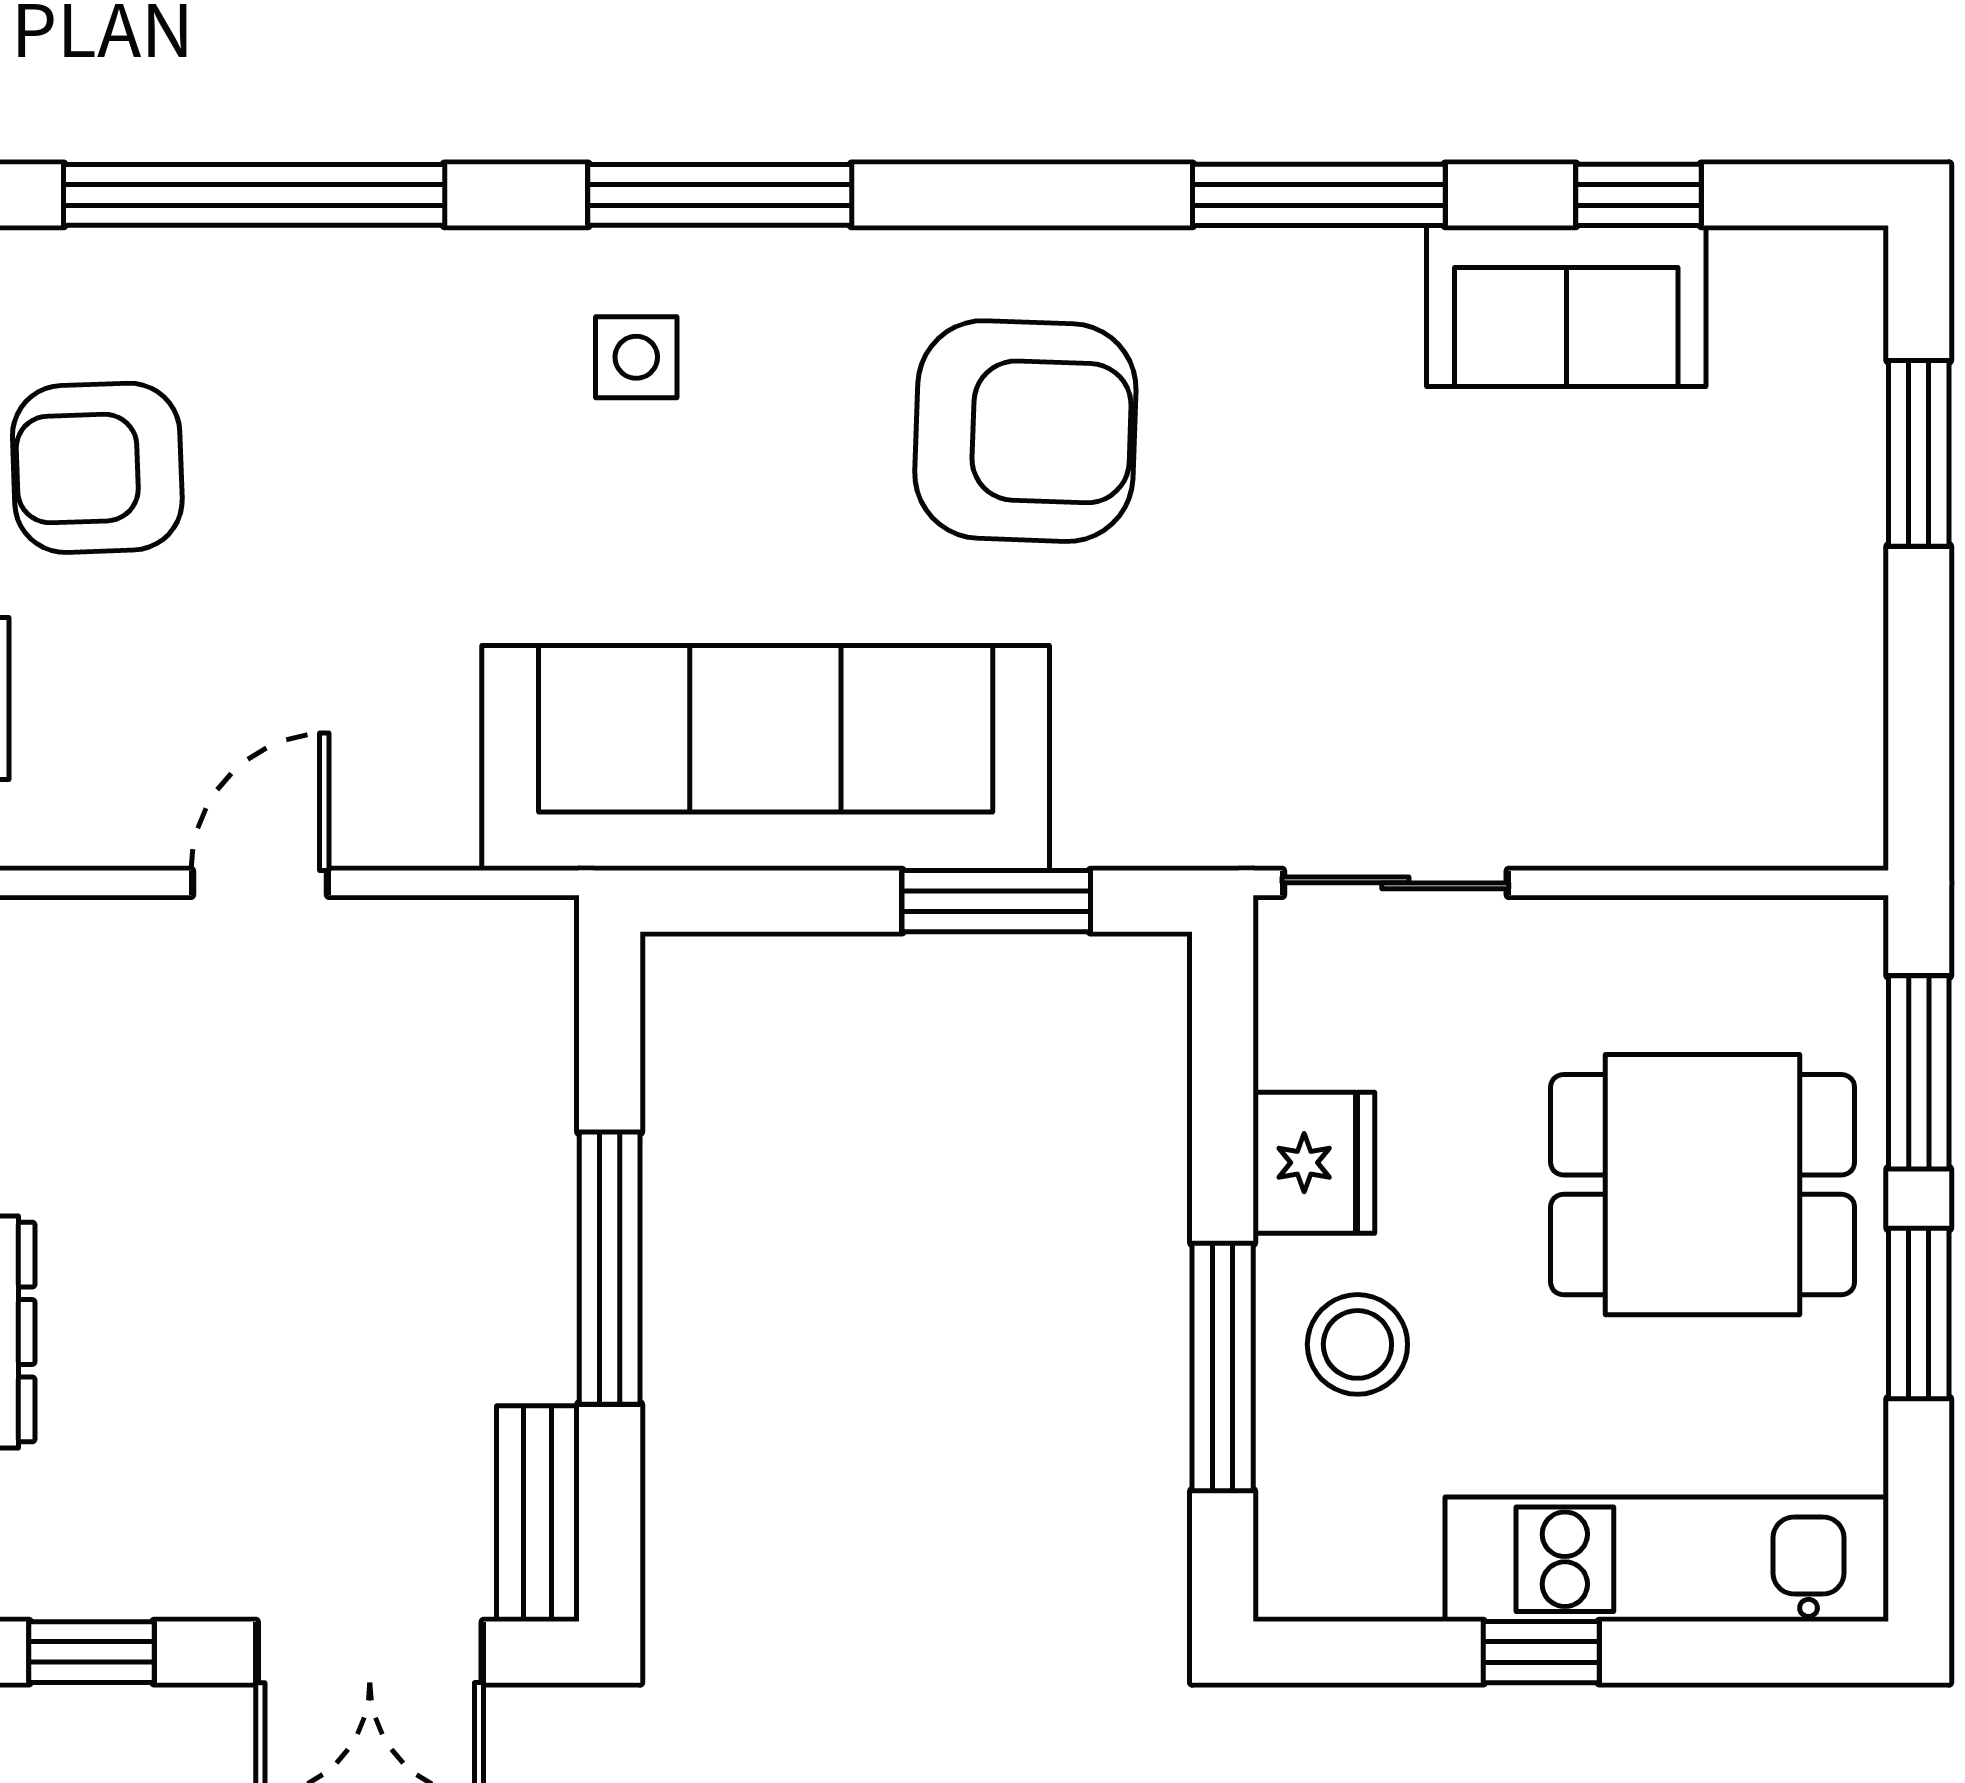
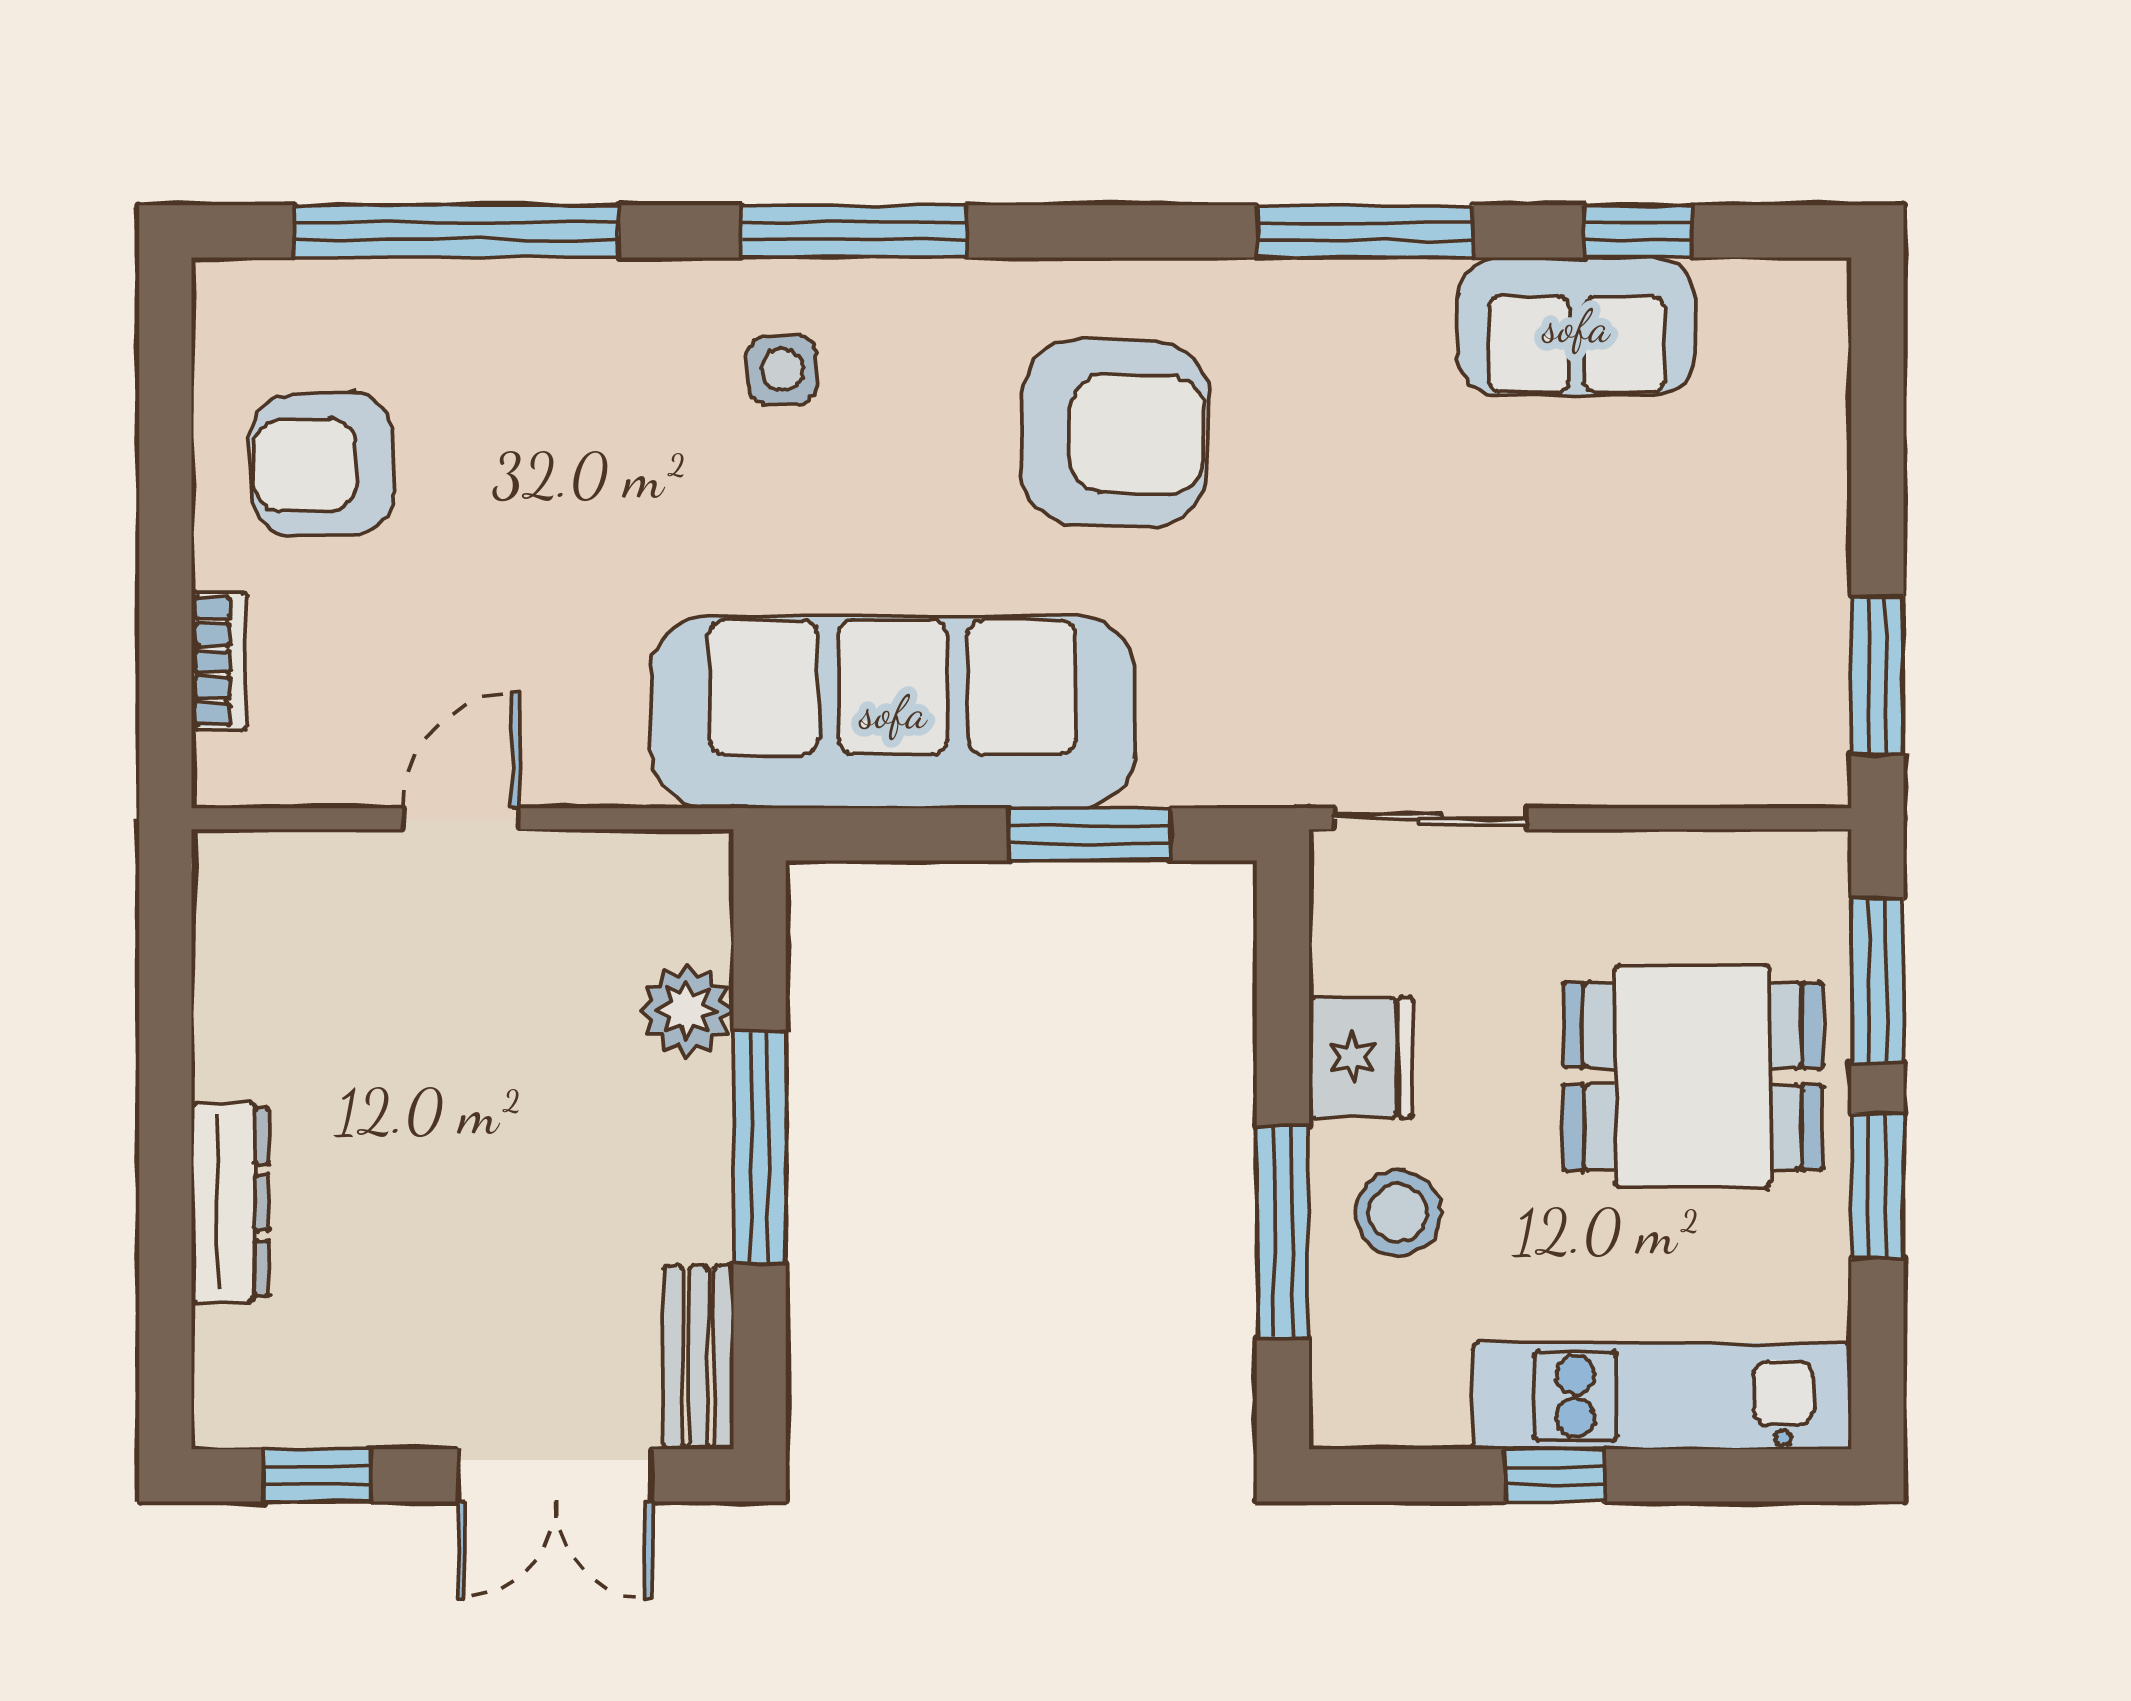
window: (1919, 453) -> (1877, 675), moved
plant: (525, 1108) -> (687, 1011), added

